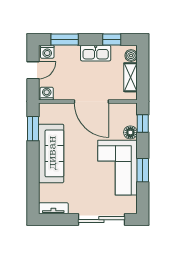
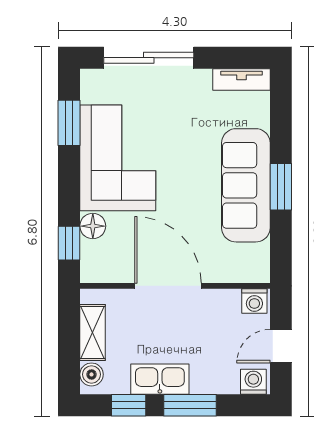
window: (65, 40) -> (190, 405), moved
window: (33, 129) -> (281, 187), moved
window: (143, 170) -> (69, 123), moved

